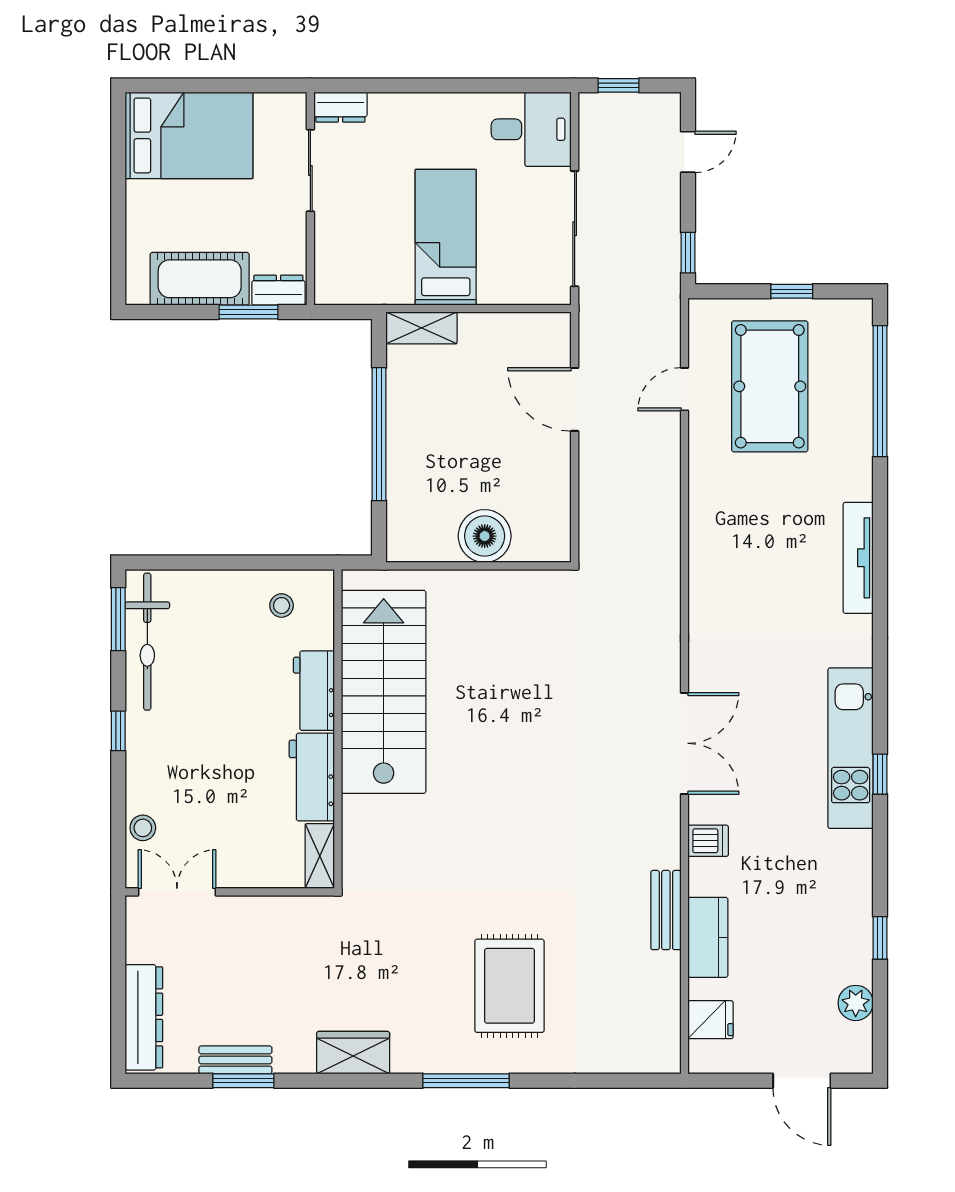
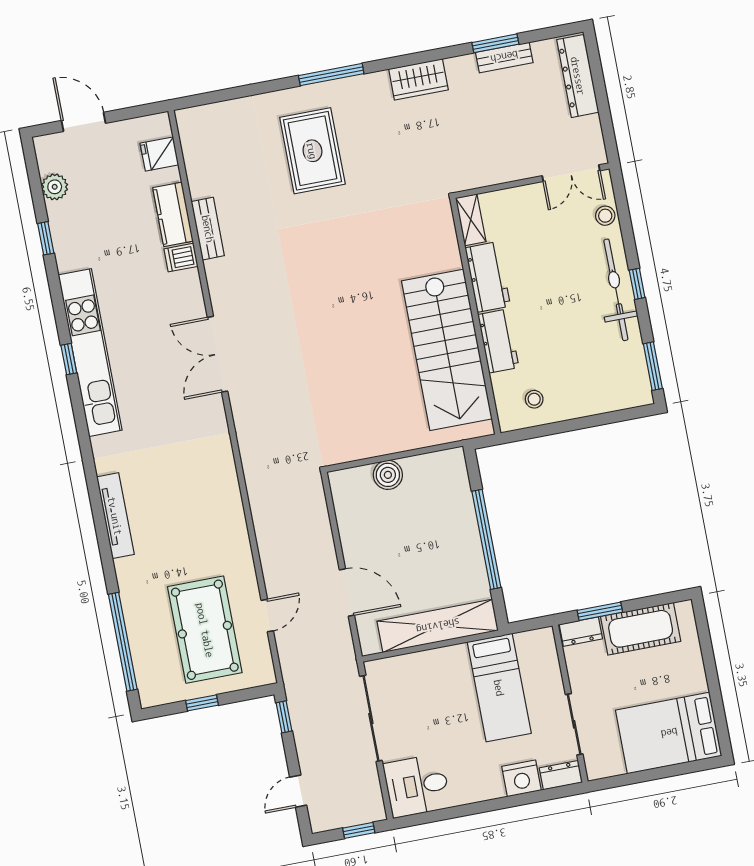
nightstand: (393, 113) -> (522, 778), added
bed: (446, 237) -> (499, 688), moved
shelving: (421, 328) -> (438, 626), width x2.20, depth x1.33
boiler: (485, 536) -> (388, 475), width x0.73, depth x0.73
bicycle: (147, 642) -> (616, 290), moved
kitchen unit: (851, 748) -> (90, 353), width x1.36
dishwasher: (708, 841) -> (181, 258), moved

